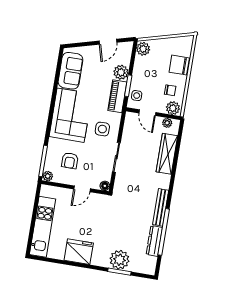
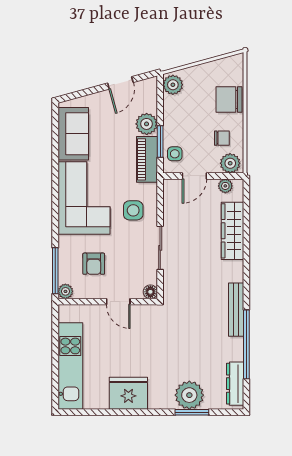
door: (147, 113) -> (194, 176), hinge flipped
door: (82, 189) -> (118, 302), hinge flipped
dresser: (154, 241) -> (235, 384), moved

